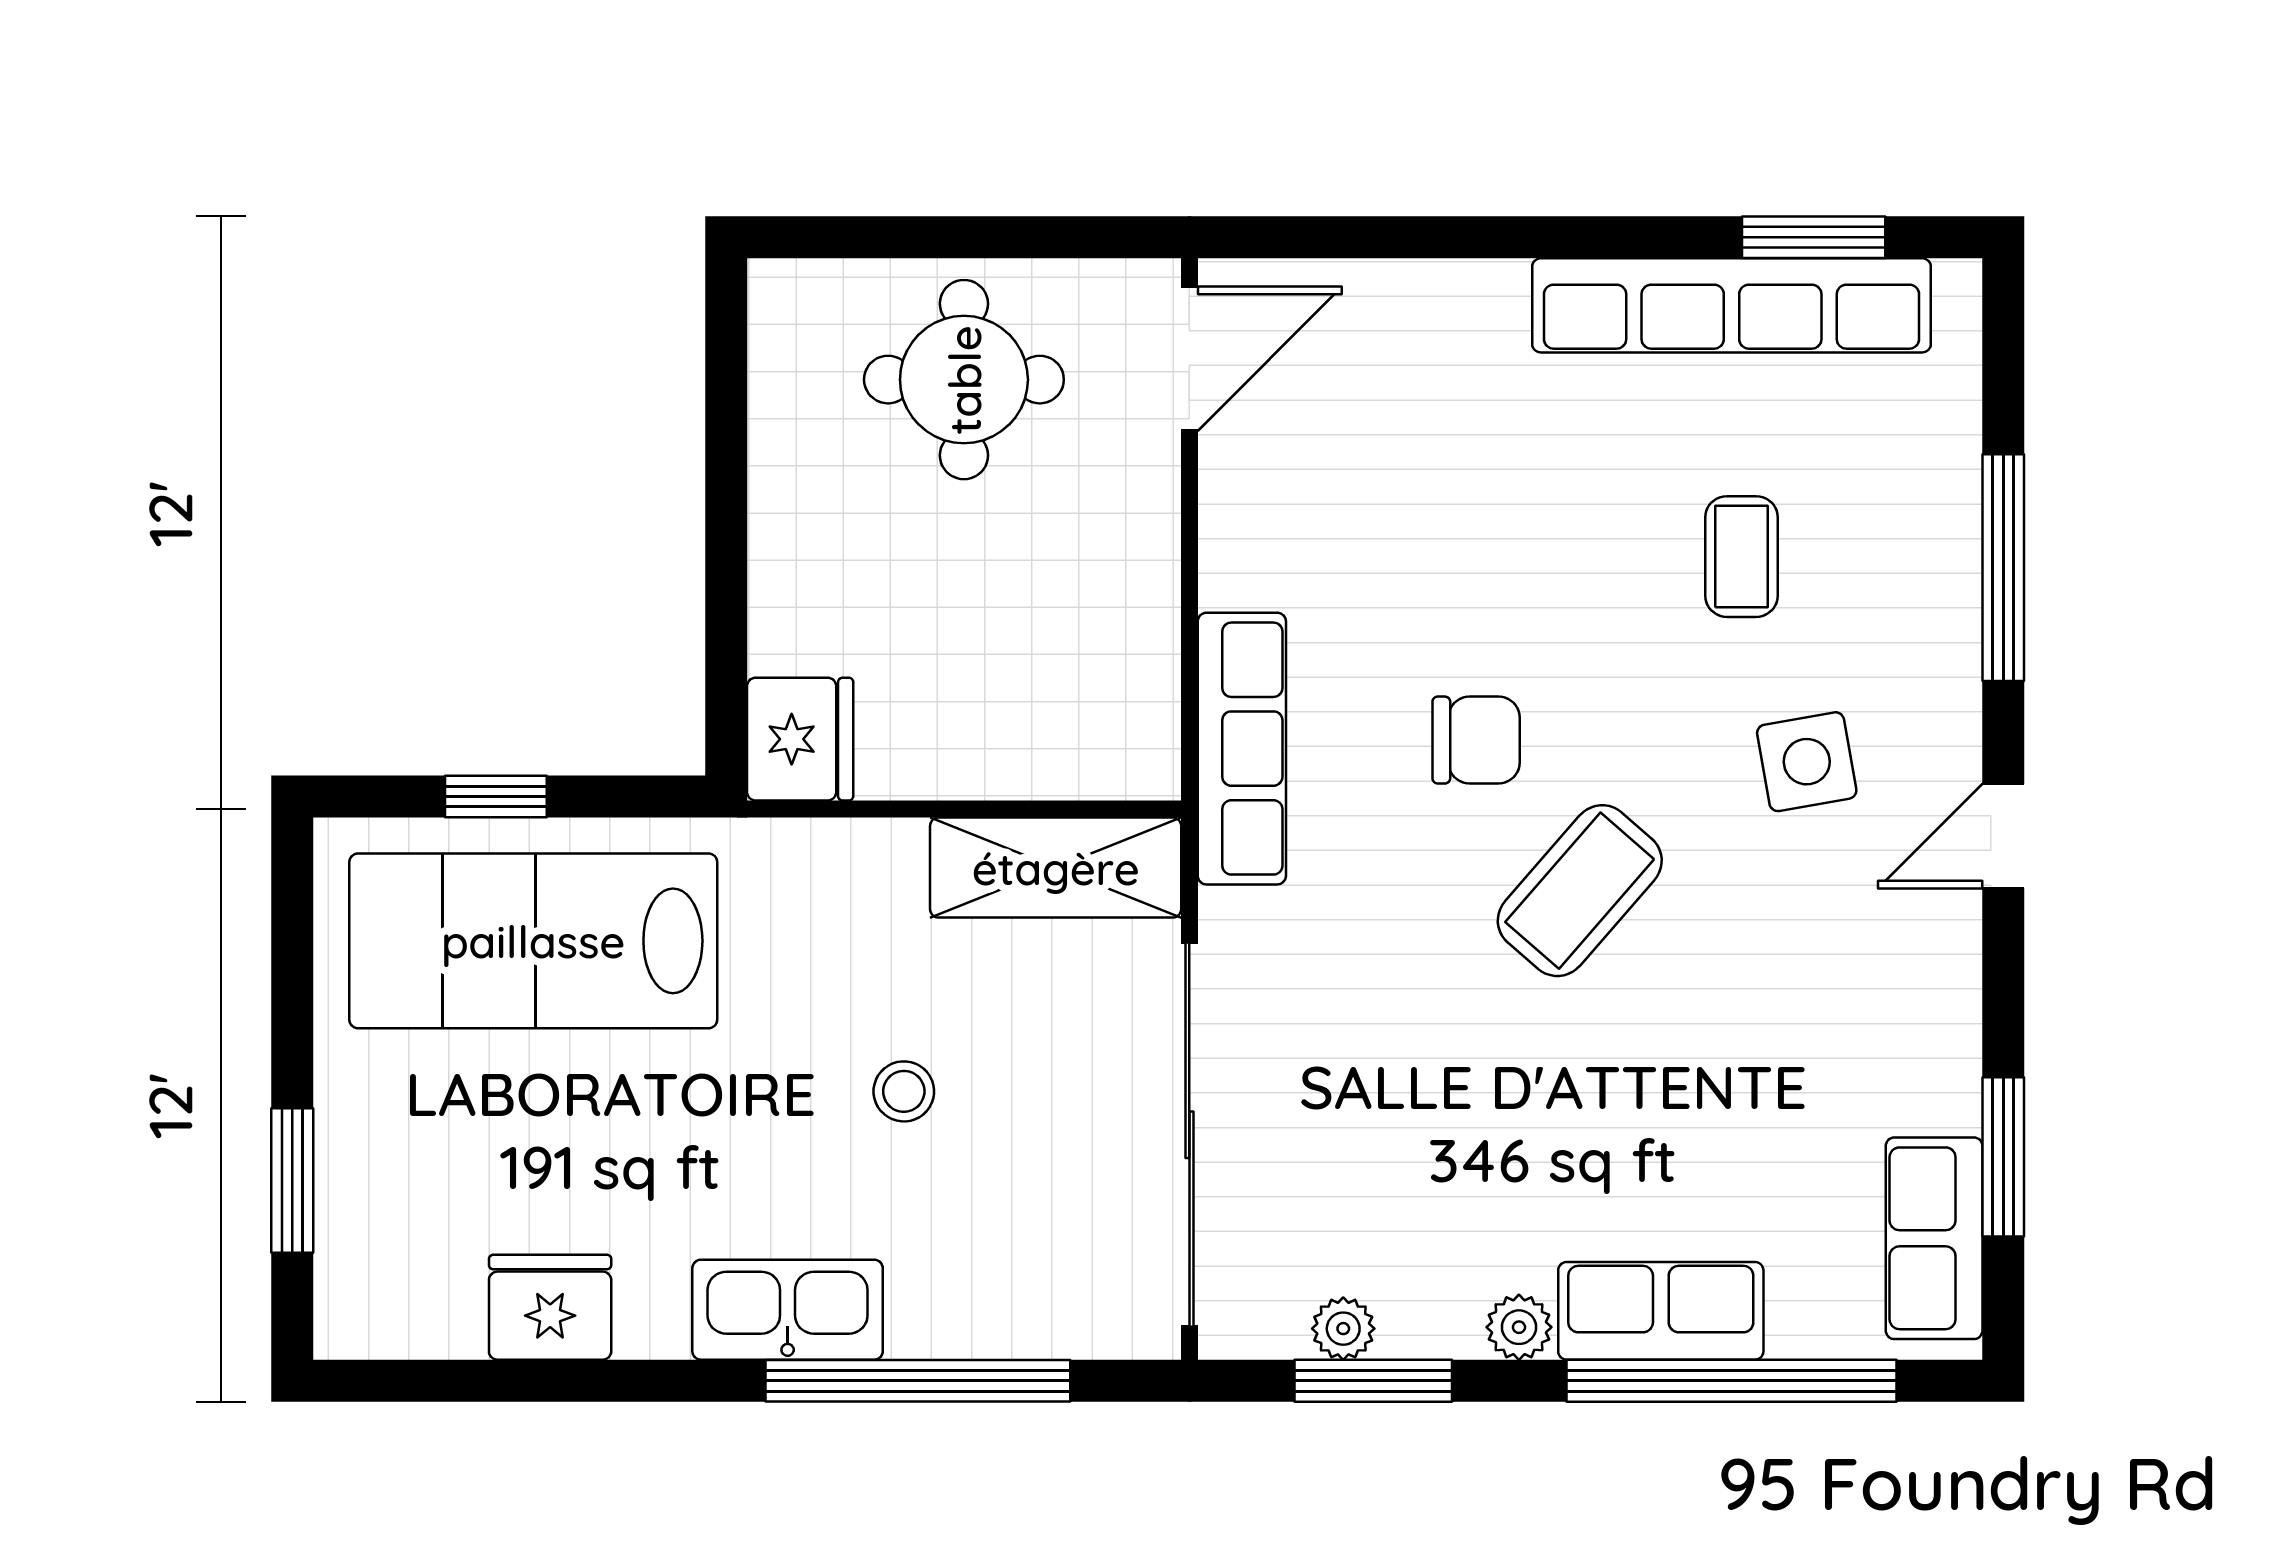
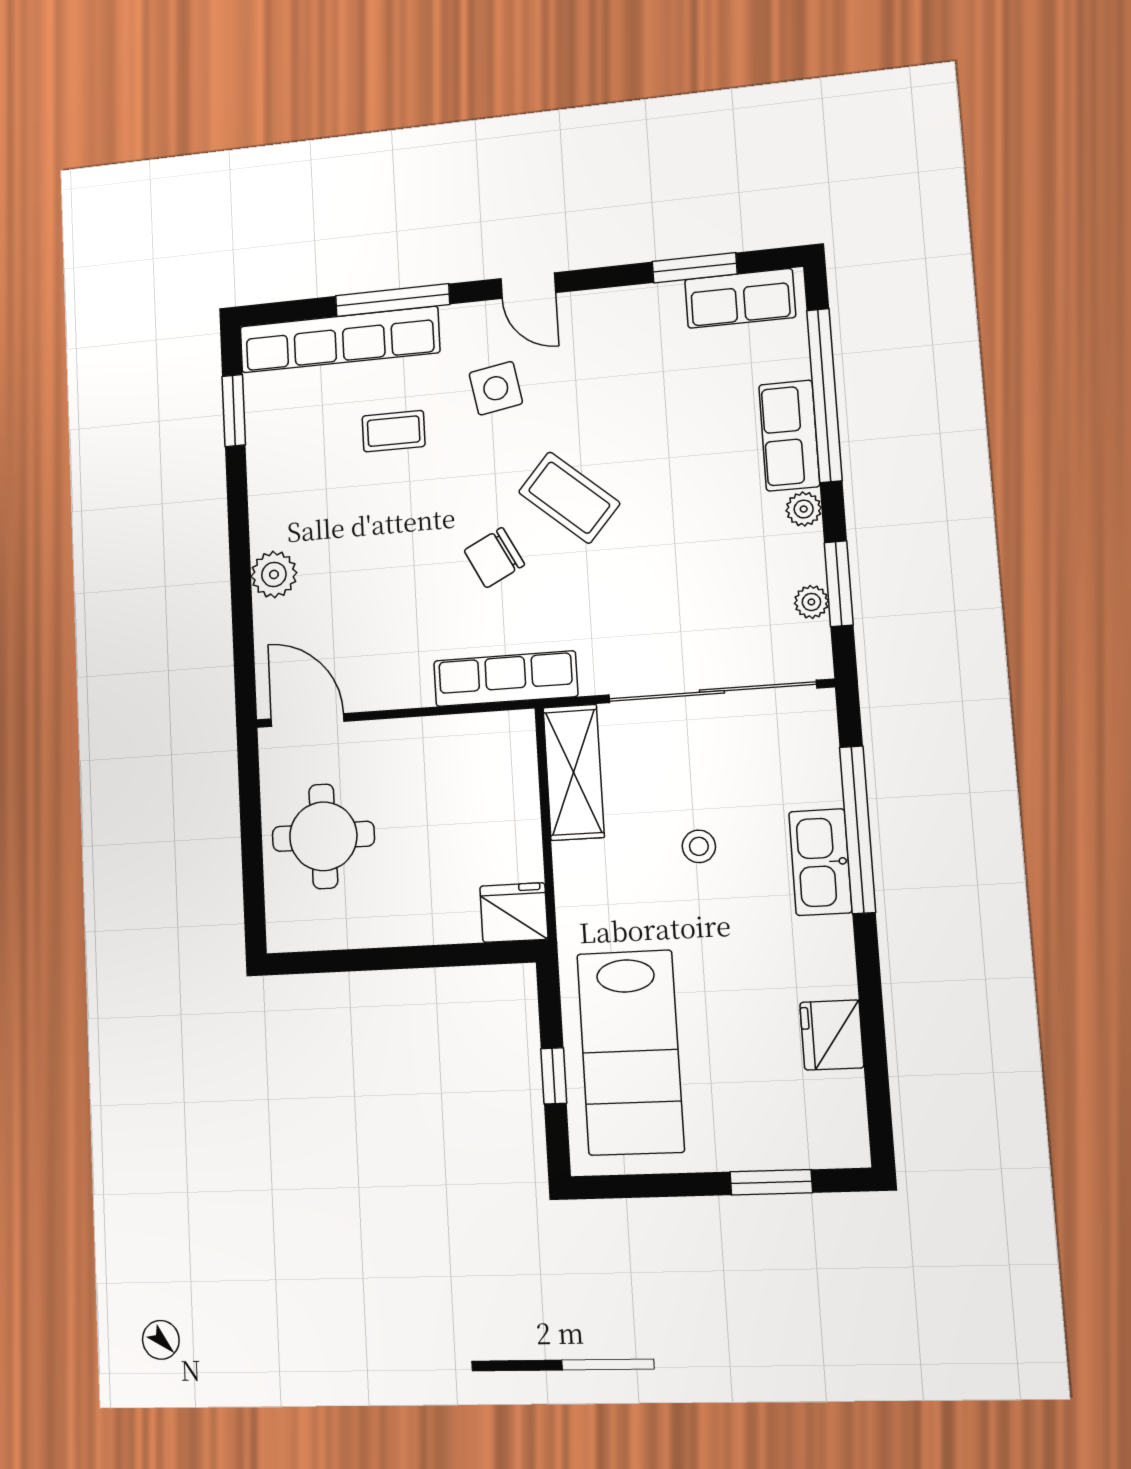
plant: (1479, 304) -> (274, 574), added
row of seats: (1731, 305) -> (339, 340), moved, turned 90
chair: (1476, 740) -> (494, 558), turned -117
kitchen sink: (788, 1310) -> (820, 862), moved

